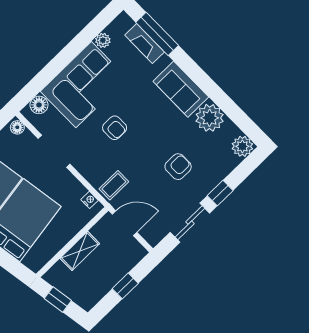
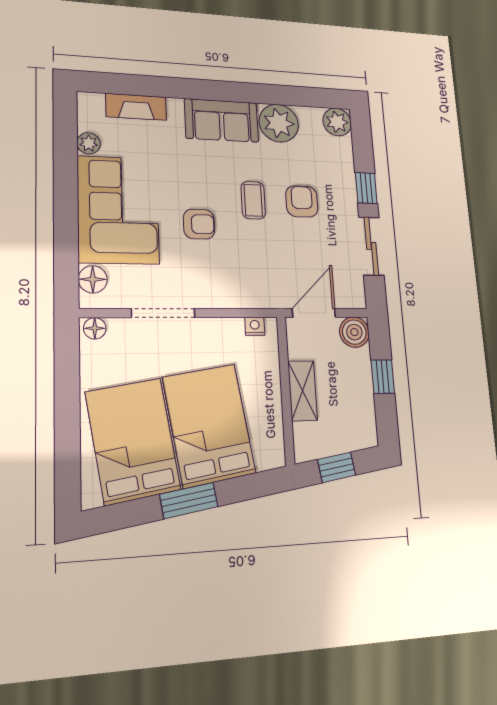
window: (157, 34) -> (138, 85), removed
coffee table: (114, 185) -> (253, 200), moved
boiler: (135, 252) -> (354, 332), added

